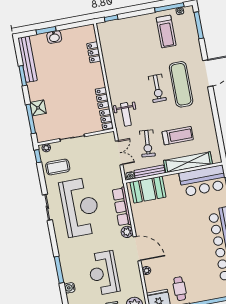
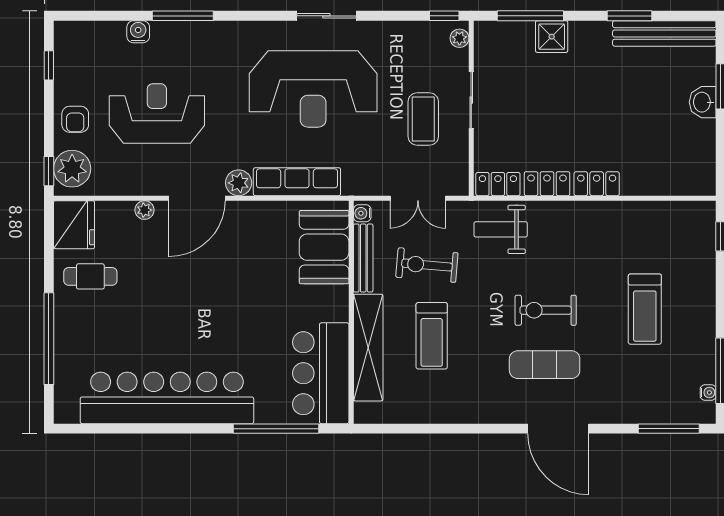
treadmill: (166, 32) -> (645, 309), moved, turned -90
locker: (94, 52) -> (597, 184), moved
exercise mat: (181, 84) -> (545, 365), width x0.73, depth x0.69
coffee table: (58, 167) -> (423, 119), moved

